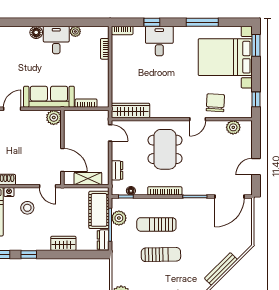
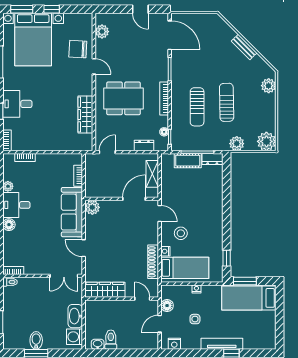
window: (256, 99) -> (52, 9), moved
wardrobe: (131, 110) -> (85, 114), moved
door: (48, 186) -> (160, 213), hinge flipped
cot: (99, 210) -> (188, 161), width x0.73, depth x0.75
plant: (119, 218) -> (237, 144), moved
wardrobe: (63, 243) -> (216, 198), removed
window: (29, 255) -> (227, 232), removed
bench: (221, 269) -> (244, 47), width x0.73

